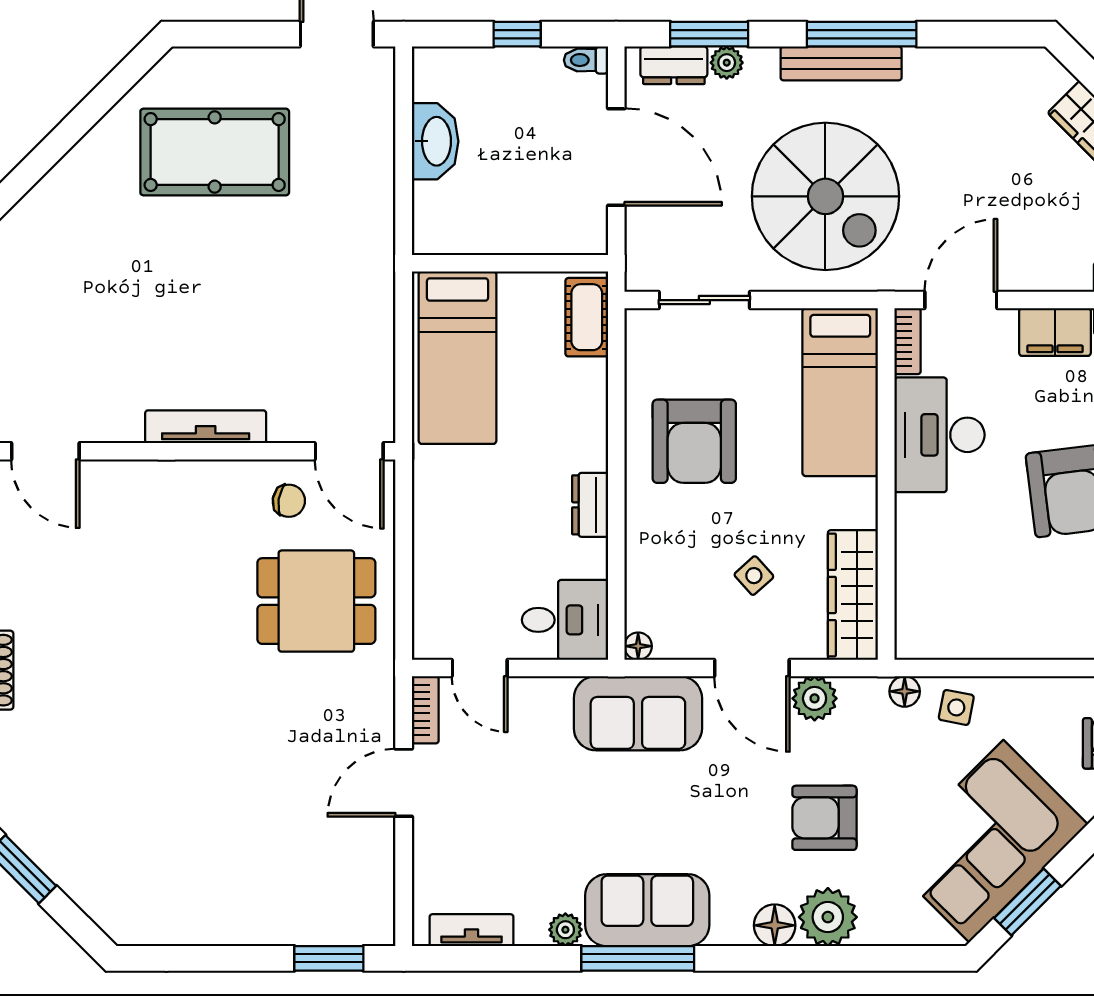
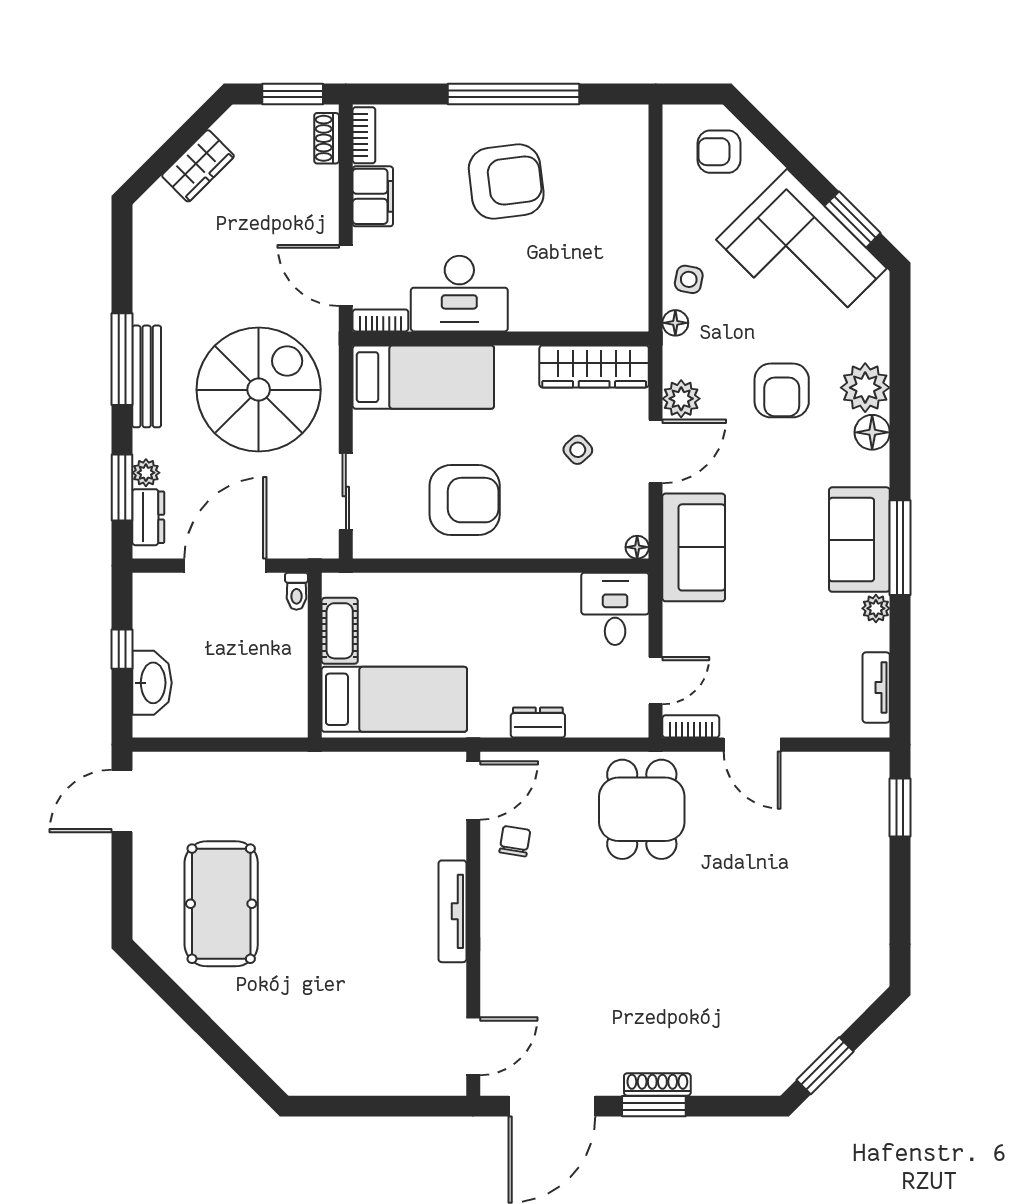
toilet: (586, 60) -> (296, 591), moved
washbasin: (435, 141) -> (152, 683), moved, turned 90
cot: (587, 317) -> (340, 631), moved, turned 90
dresser: (590, 505) -> (538, 723), moved, turned 180
dining table: (316, 601) -> (642, 809), moved

